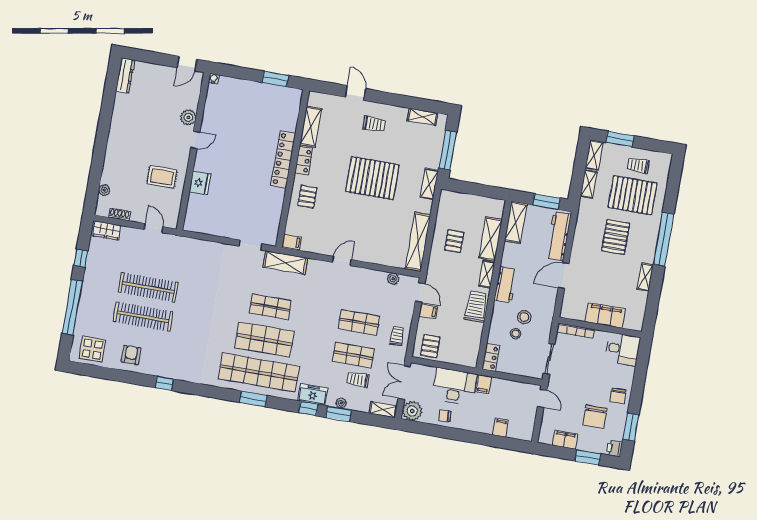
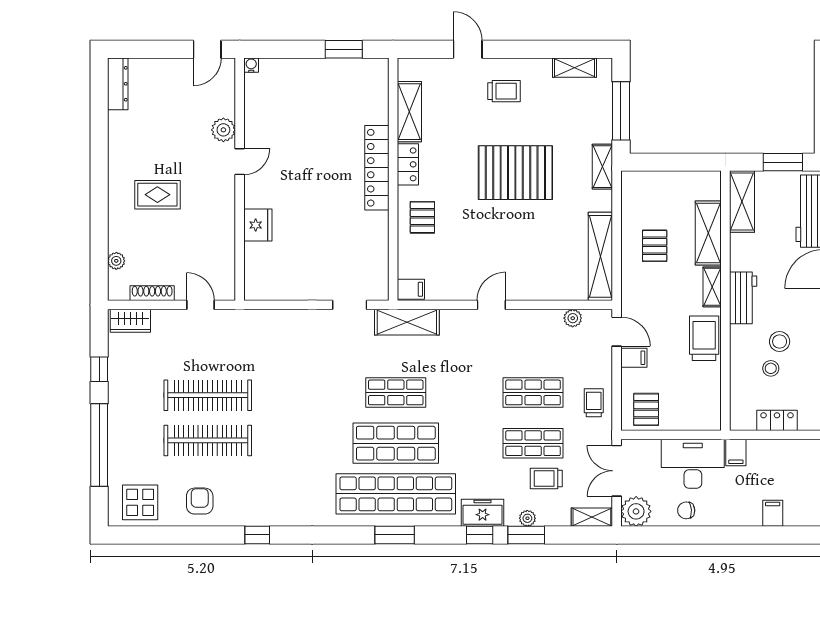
rug: (162, 177) -> (157, 195), moved
shoe rack: (119, 214) -> (152, 293), width x1.43
locker: (491, 357) -> (777, 420), moved, turned -90

